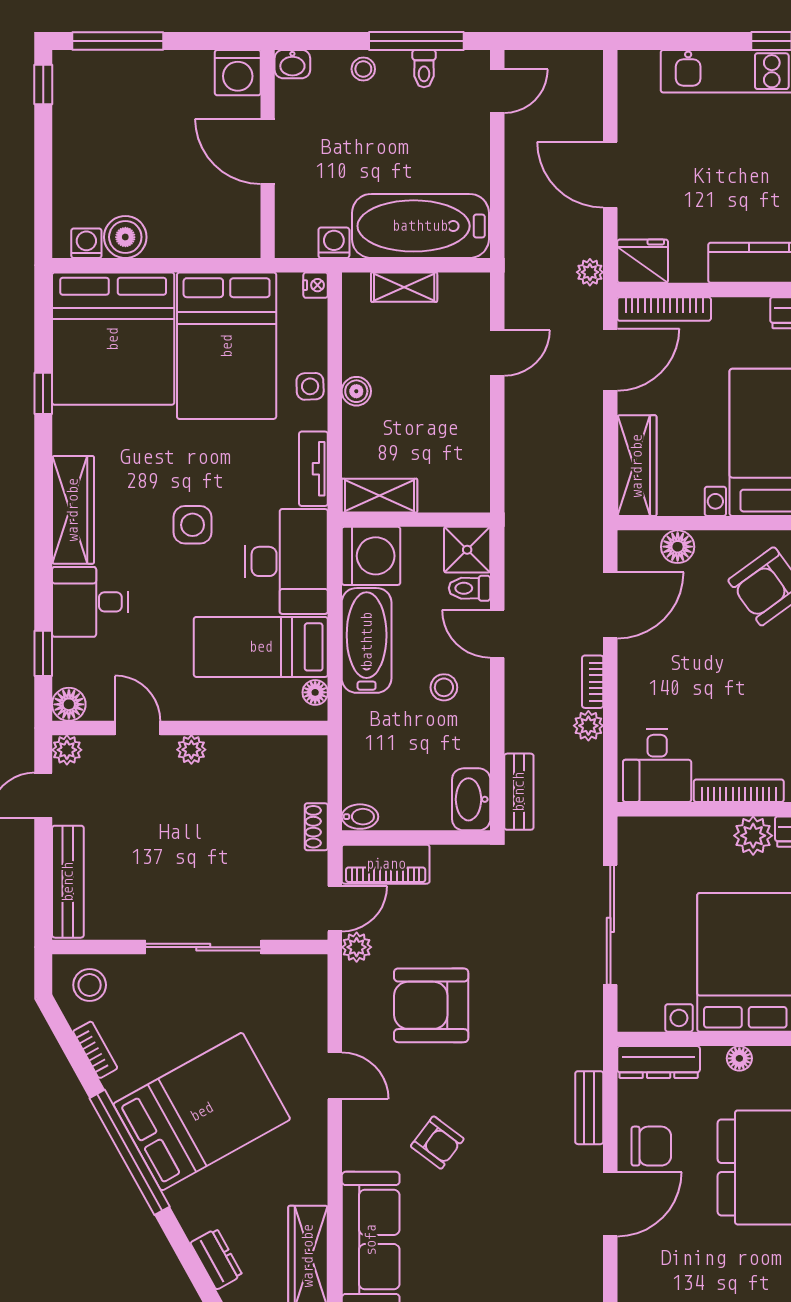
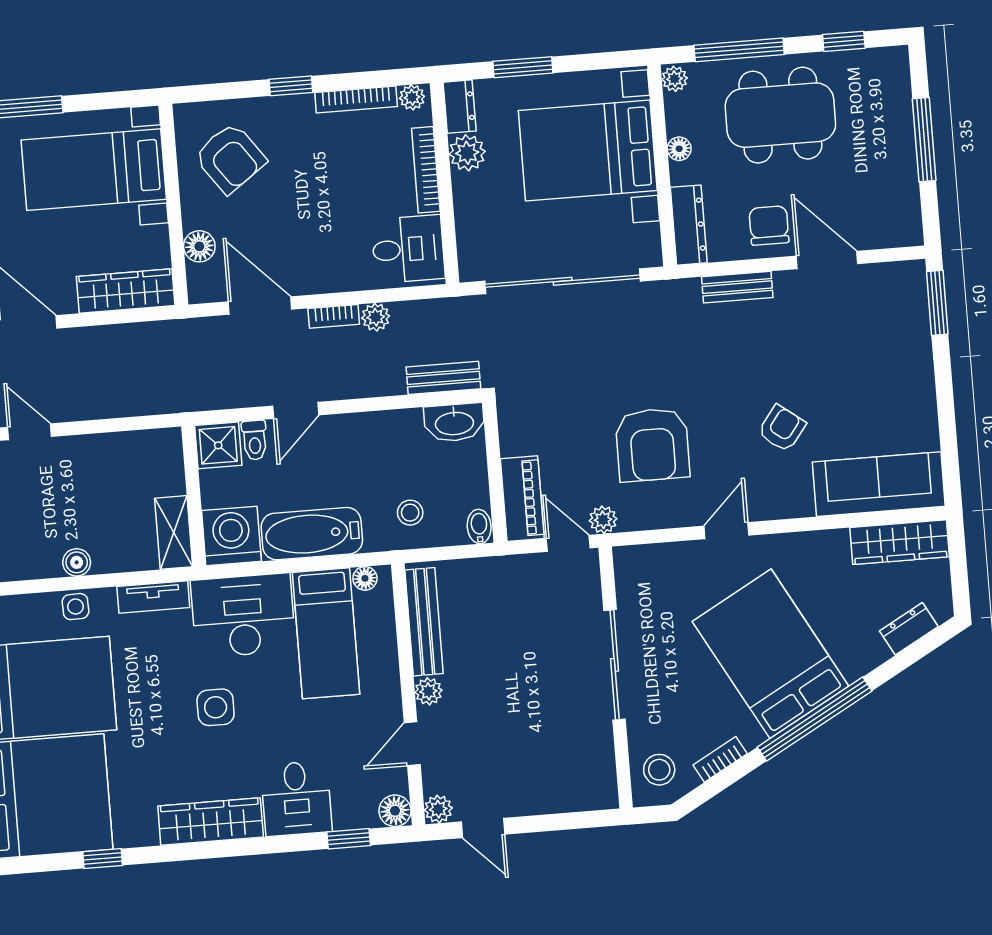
stool: (444, 687) -> (410, 513), moved
shoe rack: (316, 827) -> (492, 567), removed
bench: (68, 882) -> (424, 622), moved, turned 90
sliding door: (610, 925) -> (563, 281), width x1.36

